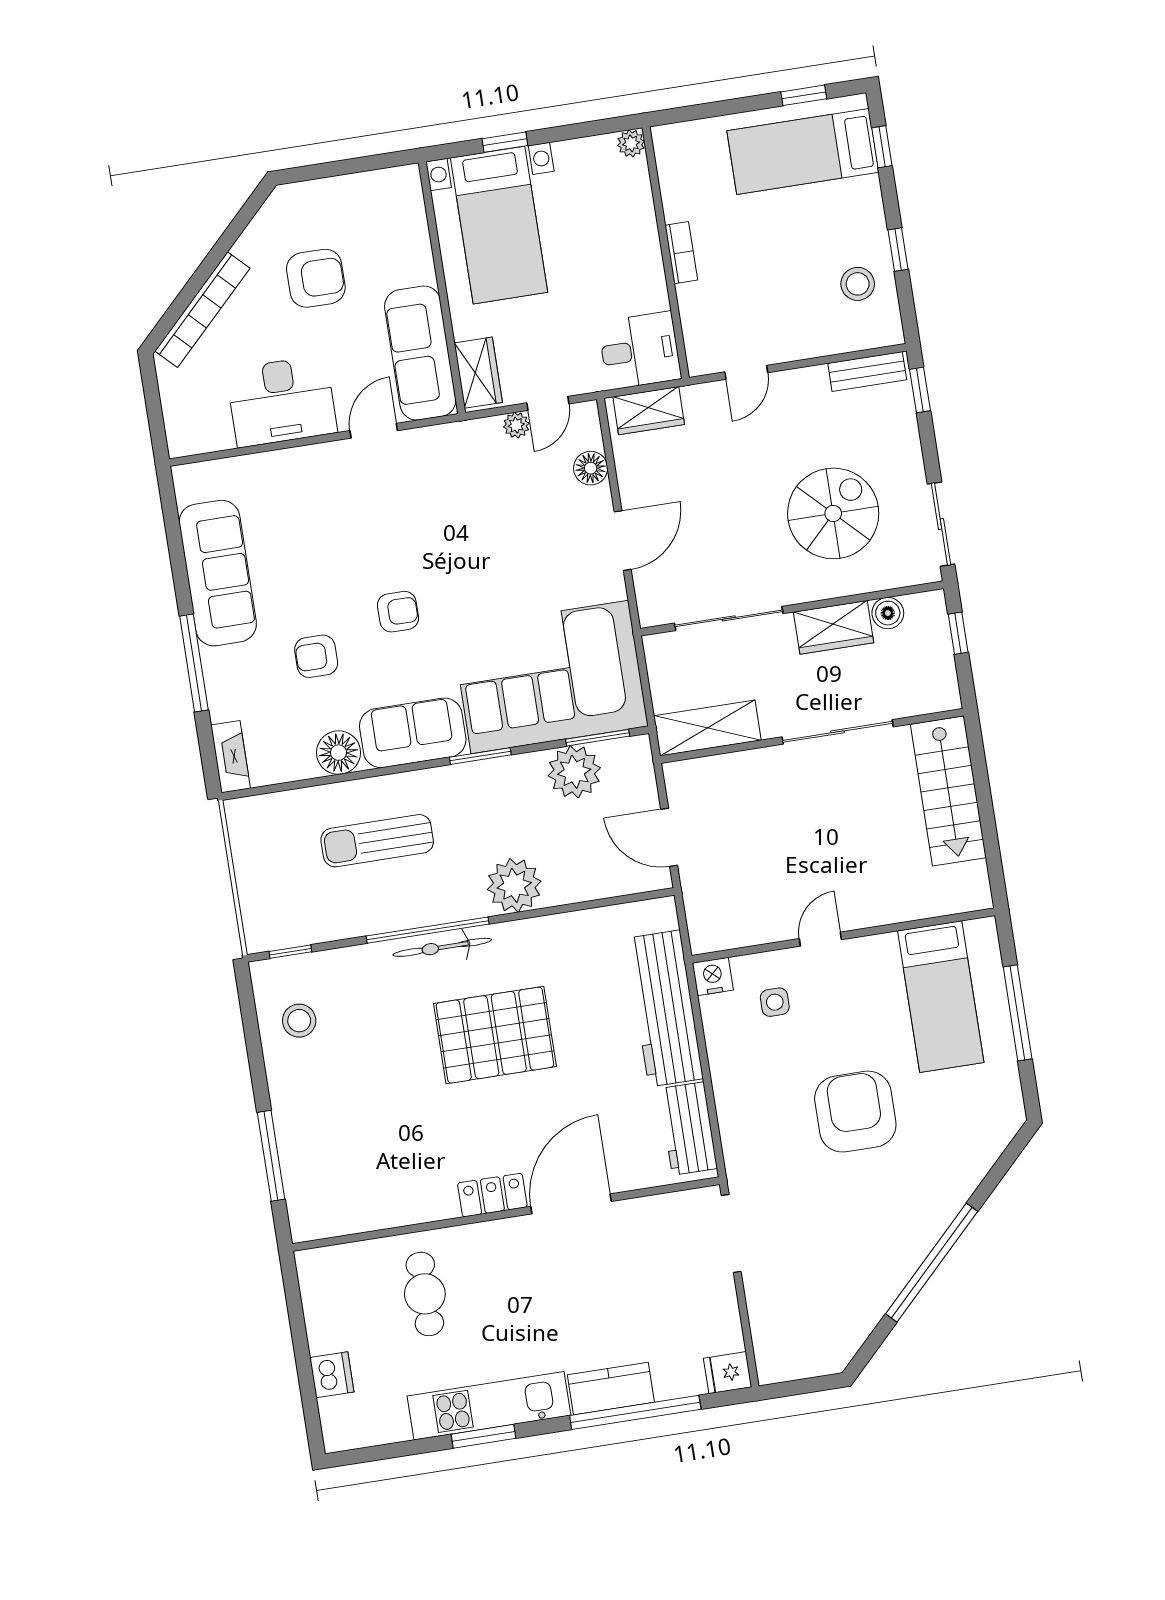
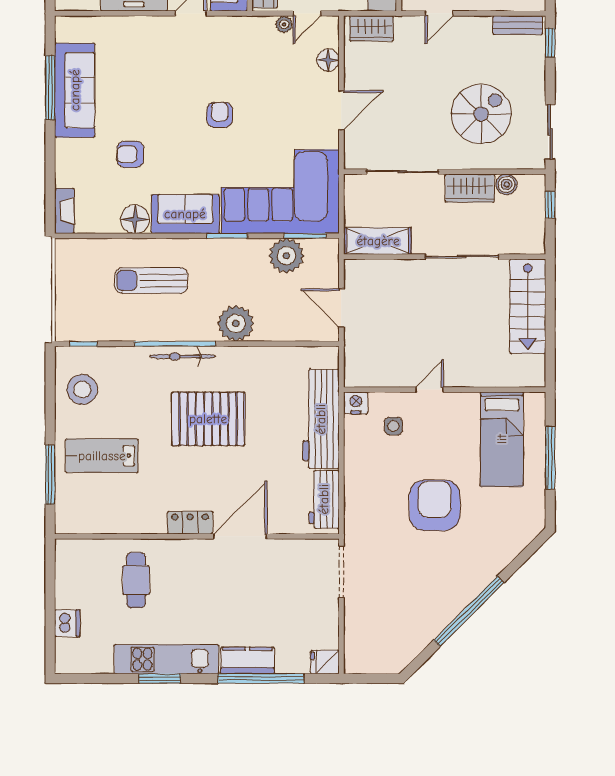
armchair: (398, 612) -> (220, 115), moved, turned -90
window: (194, 663) -> (50, 88), moved
stool: (299, 1021) -> (82, 390), width x1.38, depth x1.38
lab bench: (344, 1115) -> (102, 456), added

